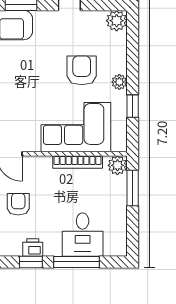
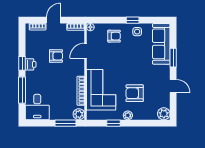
armchair: (82, 70) -> (135, 93), turned 180
desk: (83, 235) -> (37, 107), moved, turned -90

